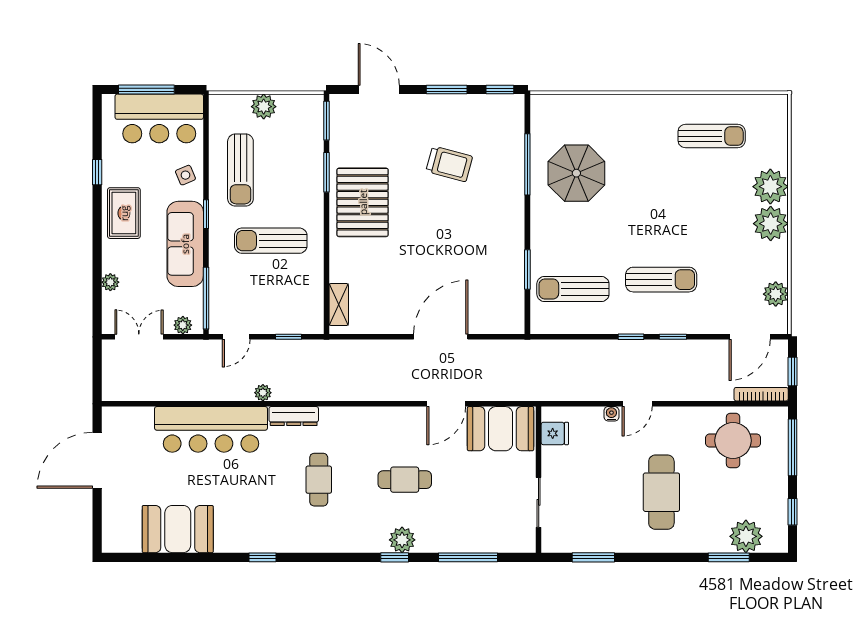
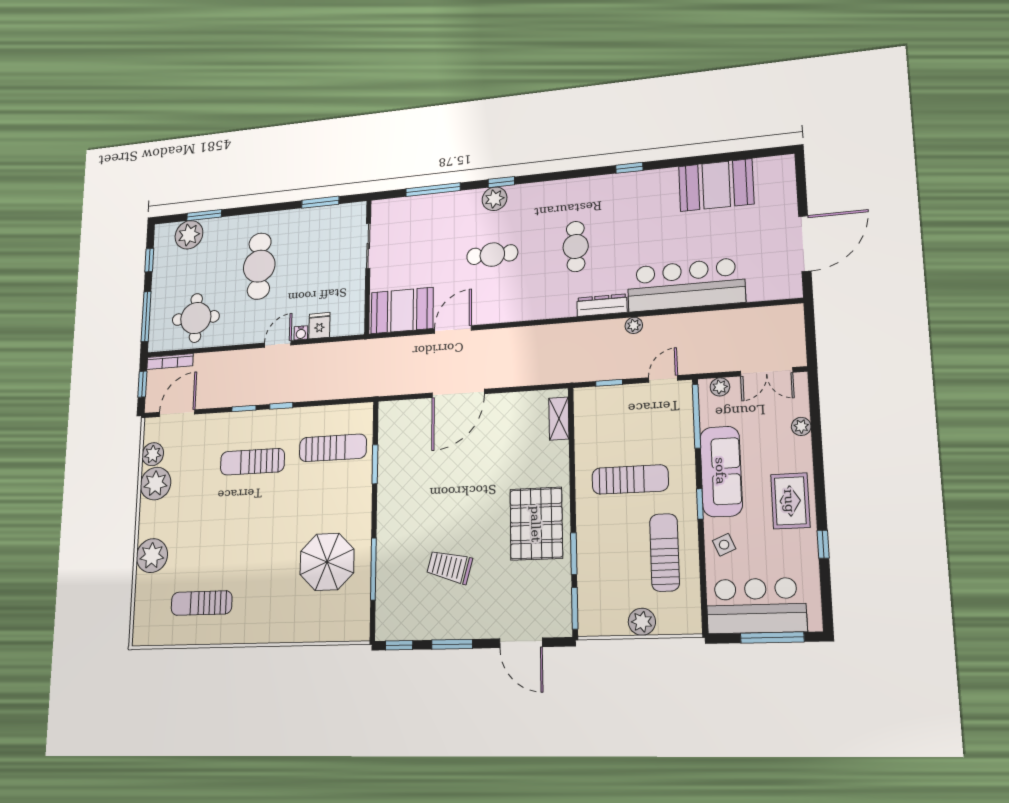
plant: (771, 224) -> (156, 484), moved
fridge: (555, 433) -> (319, 326), moved, turned 90

